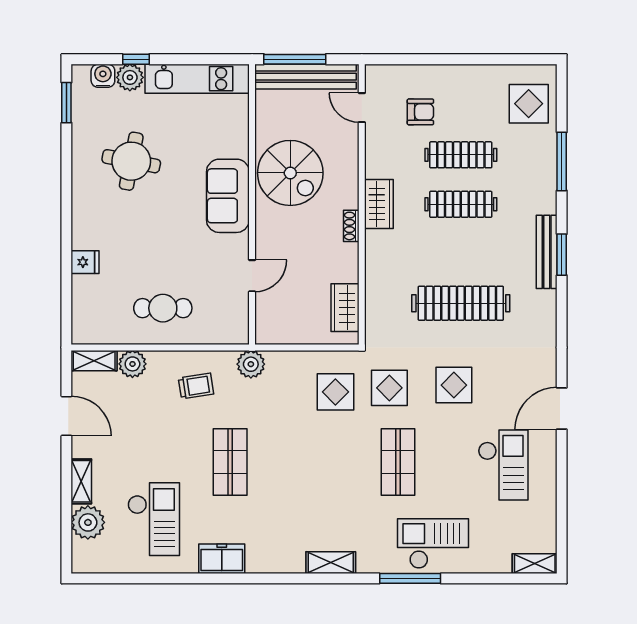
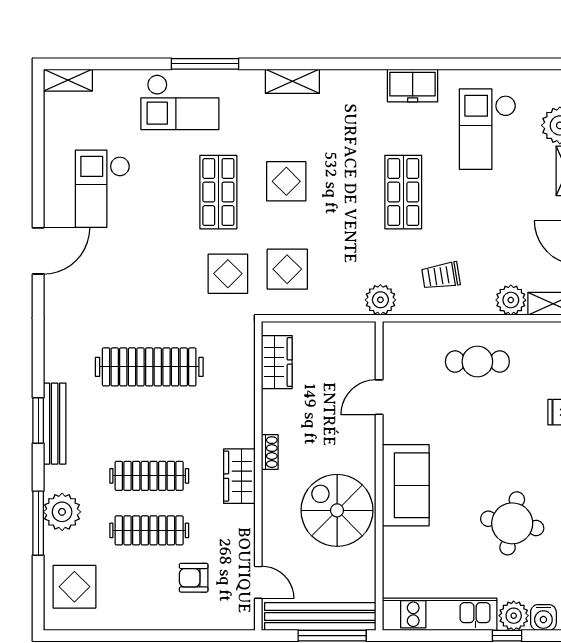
plant: (540, 172) -> (62, 512), added
display table: (454, 385) -> (286, 181), moved

